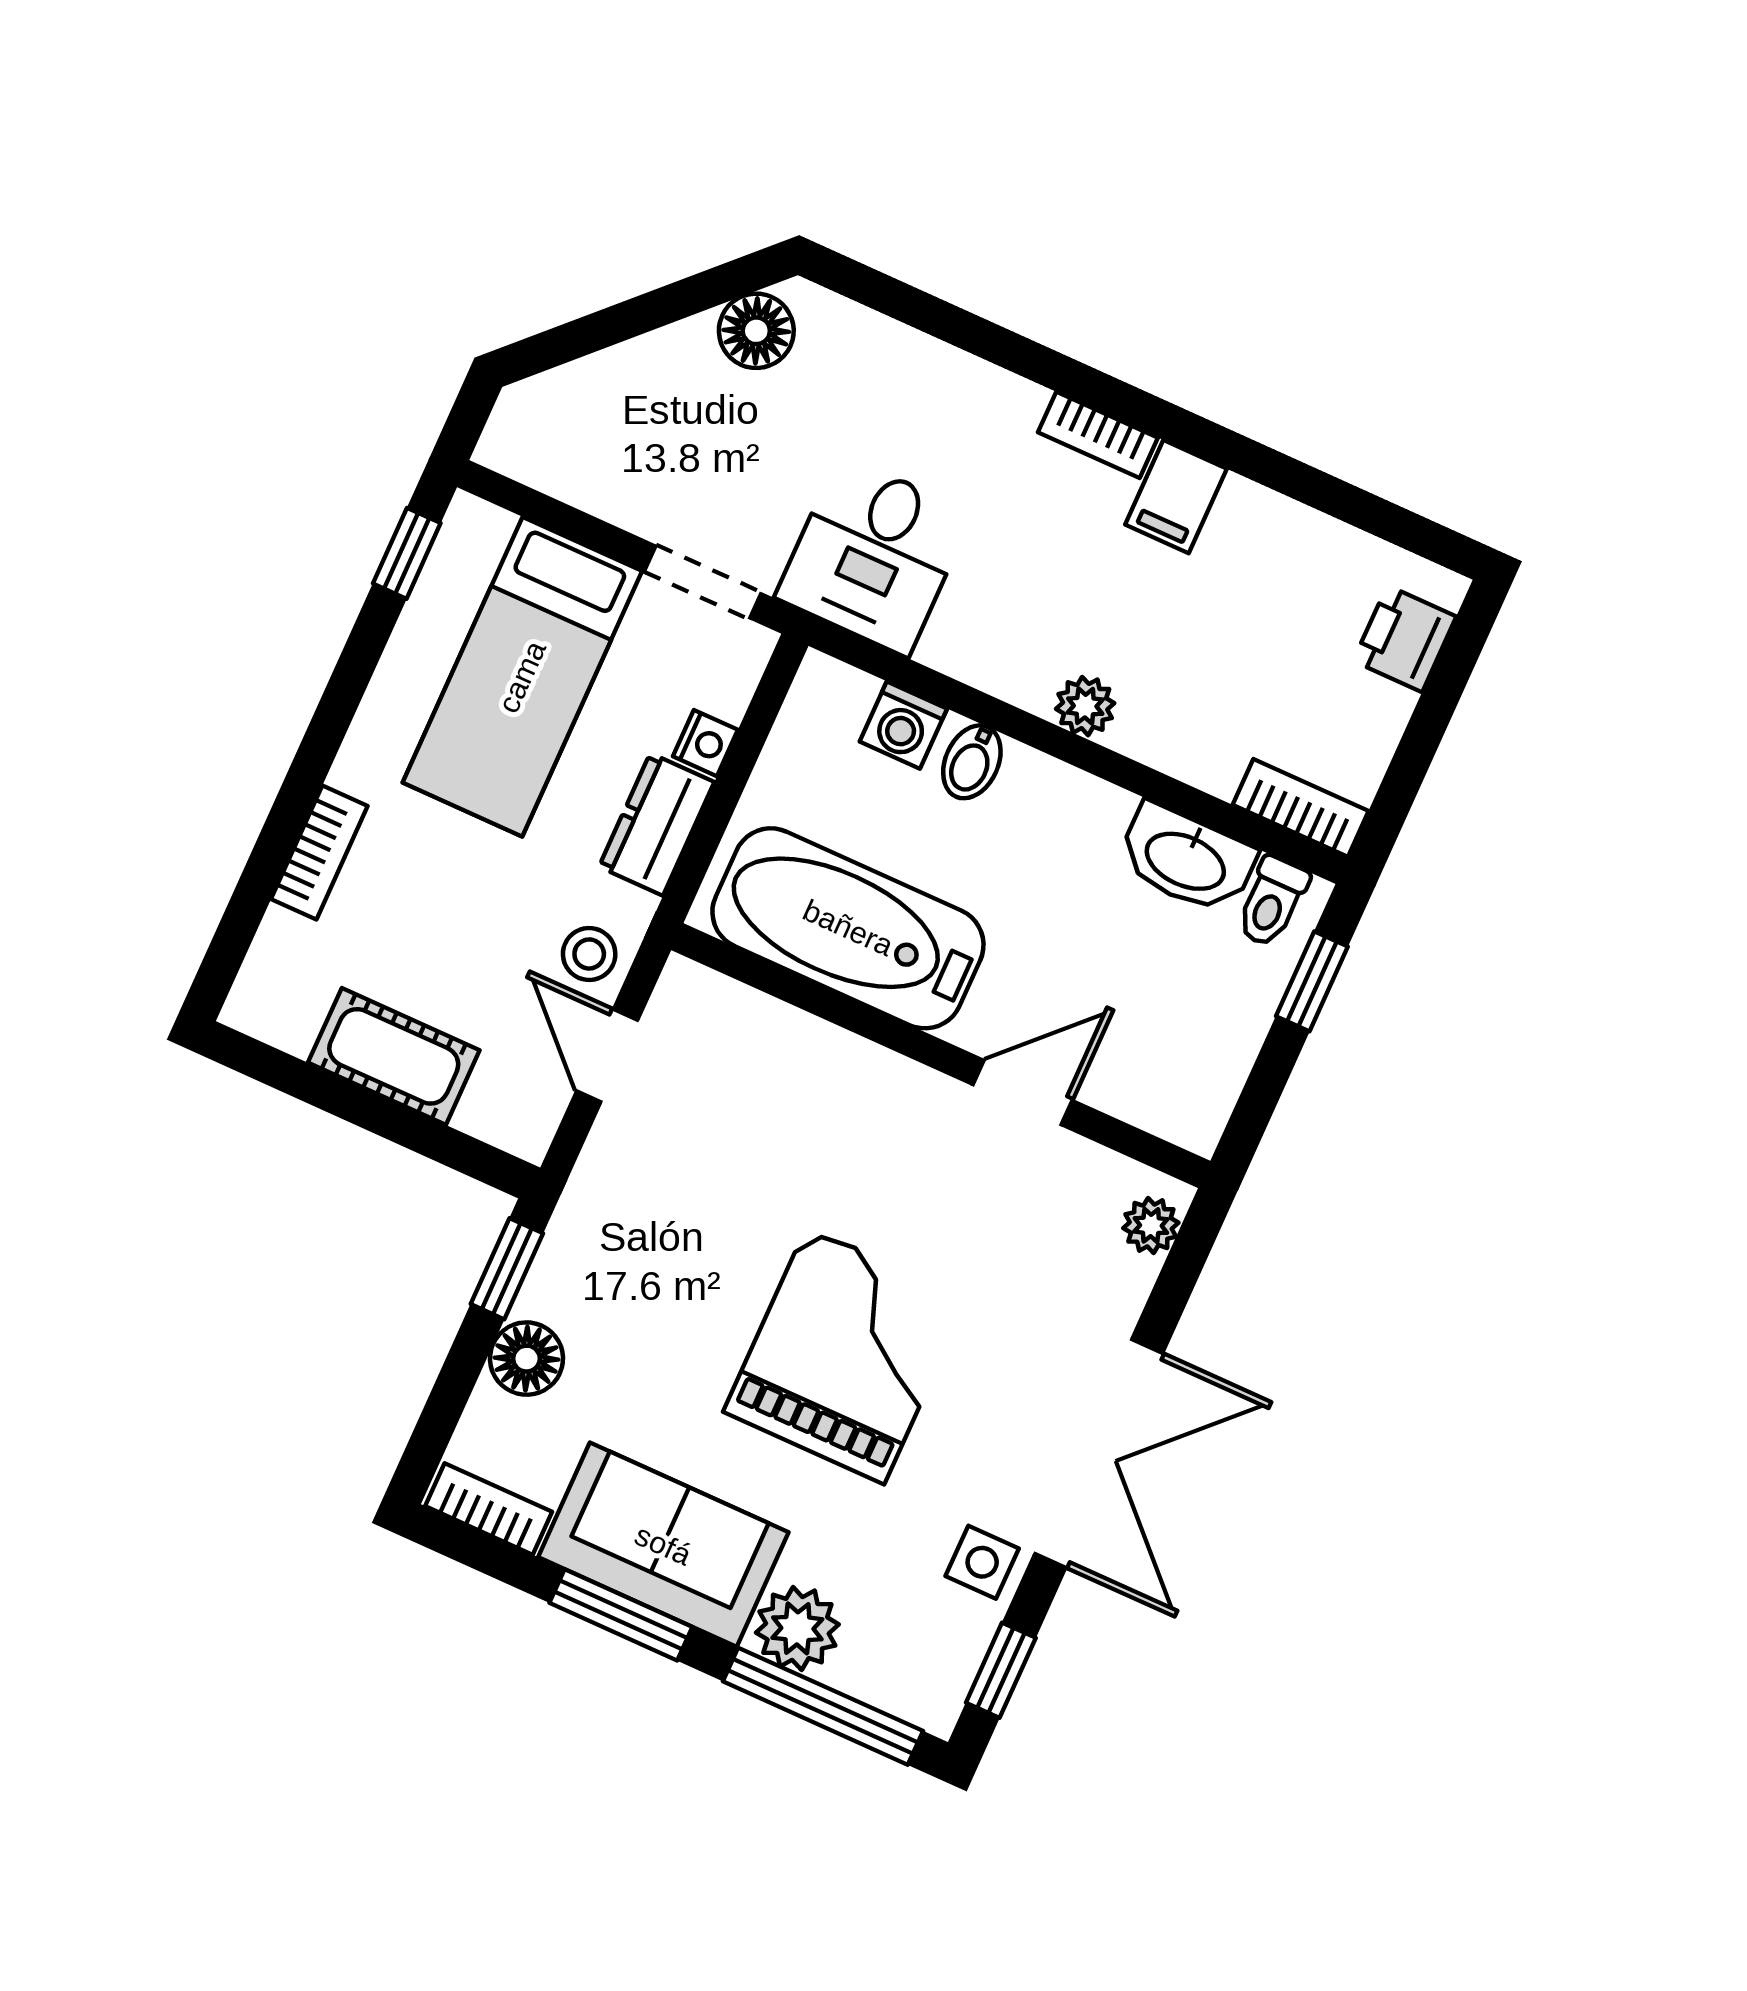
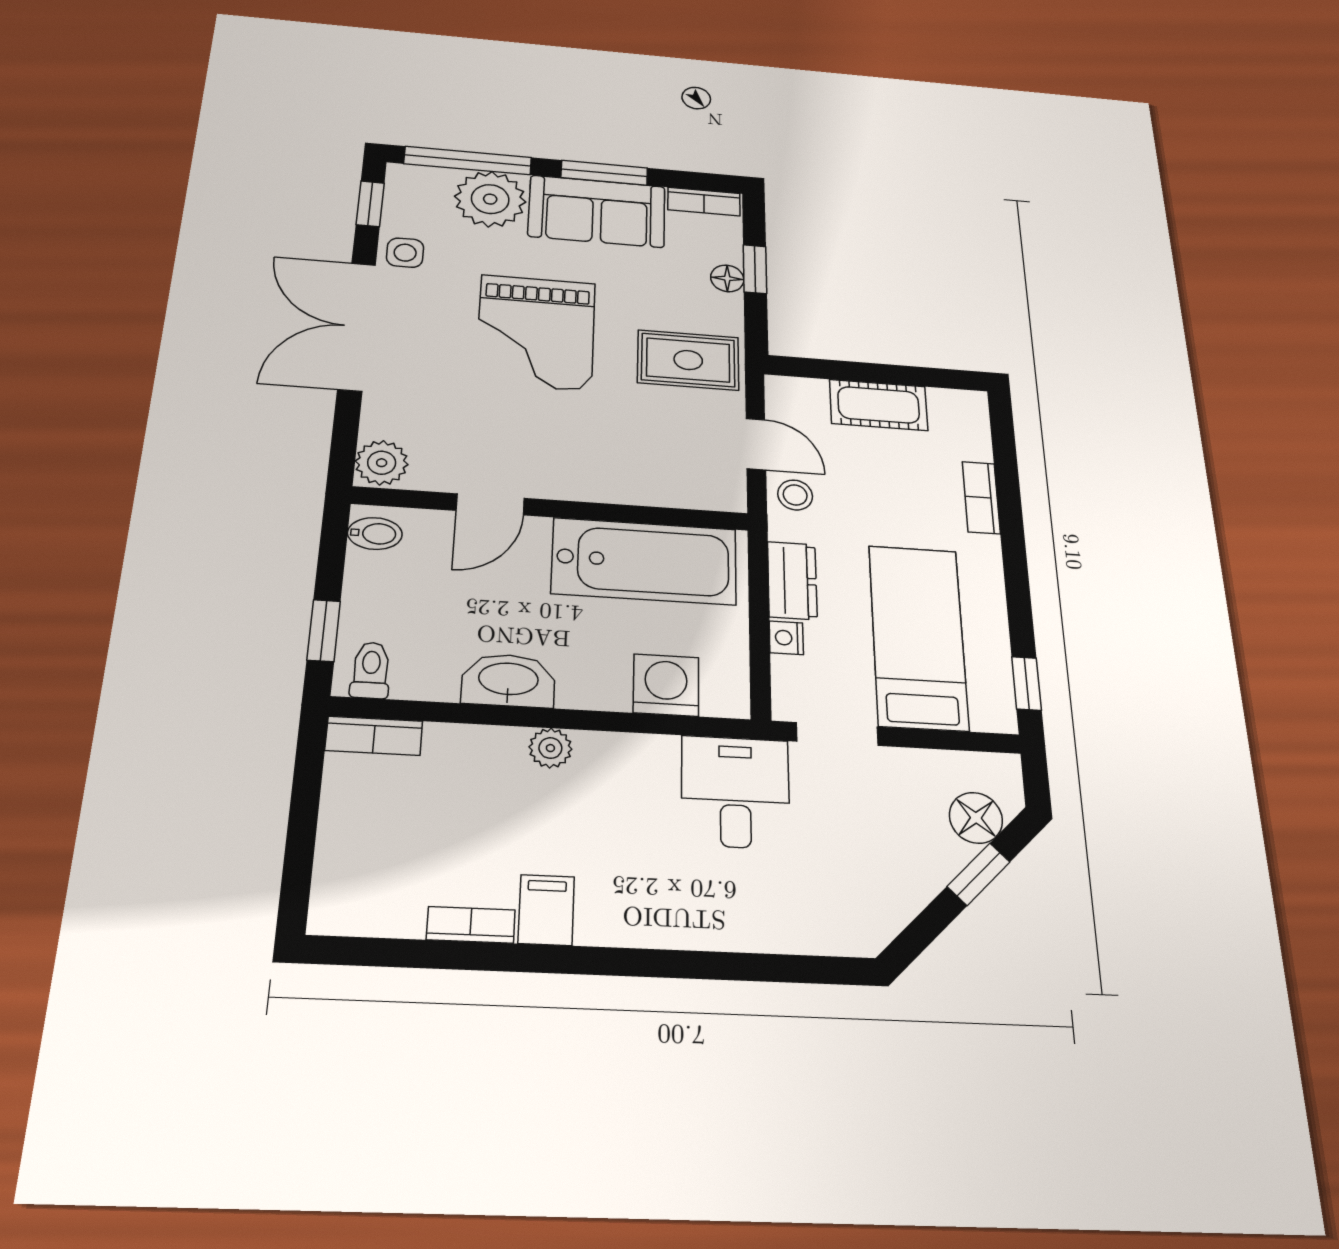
window: (612, 326) -> (979, 874), added
floor lamp: (756, 331) -> (976, 818), moved
bookcase: (1098, 435) -> (471, 925), moved
printer: (1405, 639) -> (341, 875), removed
washing machine: (903, 725) -> (666, 685), width x1.38, depth x1.38
bidet: (972, 762) -> (375, 534), moved, turned 90
washbasin: (1186, 859) -> (508, 680), moved
plant: (1151, 1225) -> (382, 463), width x1.38, depth x1.38
rug: (642, 1231) -> (688, 360), added
window: (507, 1269) -> (755, 269), moved
floor lamp: (526, 1359) -> (727, 278), width x0.73, depth x0.73
plant: (797, 1628) -> (490, 199), width x1.36, depth x1.36

